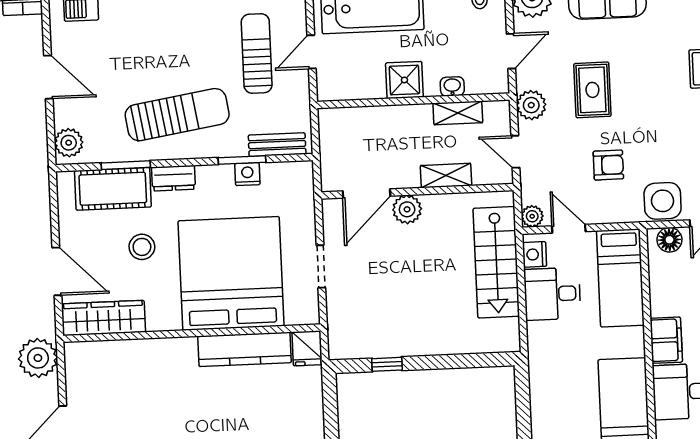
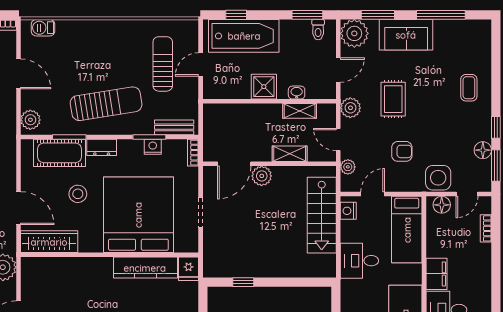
bookcase: (306, 180) -> (193, 153), added
plant: (532, 216) -> (348, 167), moved
door: (569, 229) -> (373, 194), hinge flipped
desk: (552, 294) -> (359, 261), moved

